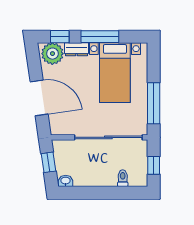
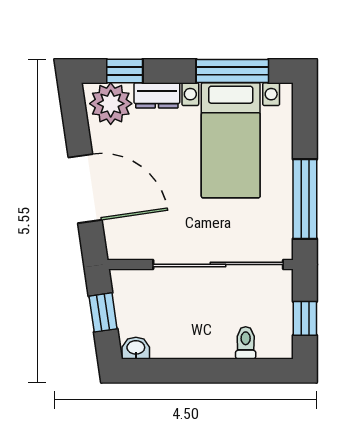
window: (100, 37) -> (232, 71), moved

